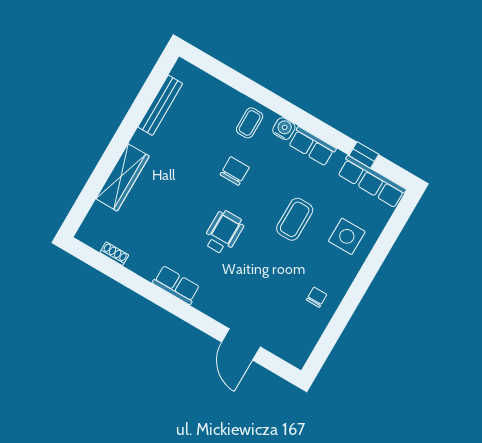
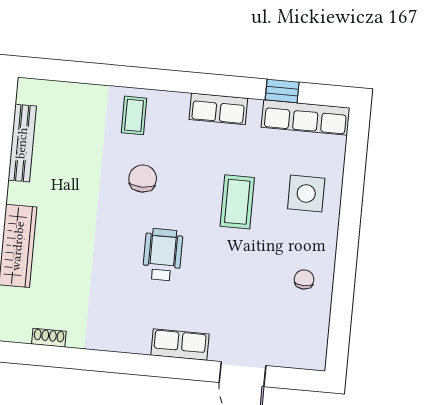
water cooler: (284, 129) -> (176, 104), removed
row of seats: (176, 285) -> (180, 345), moved

